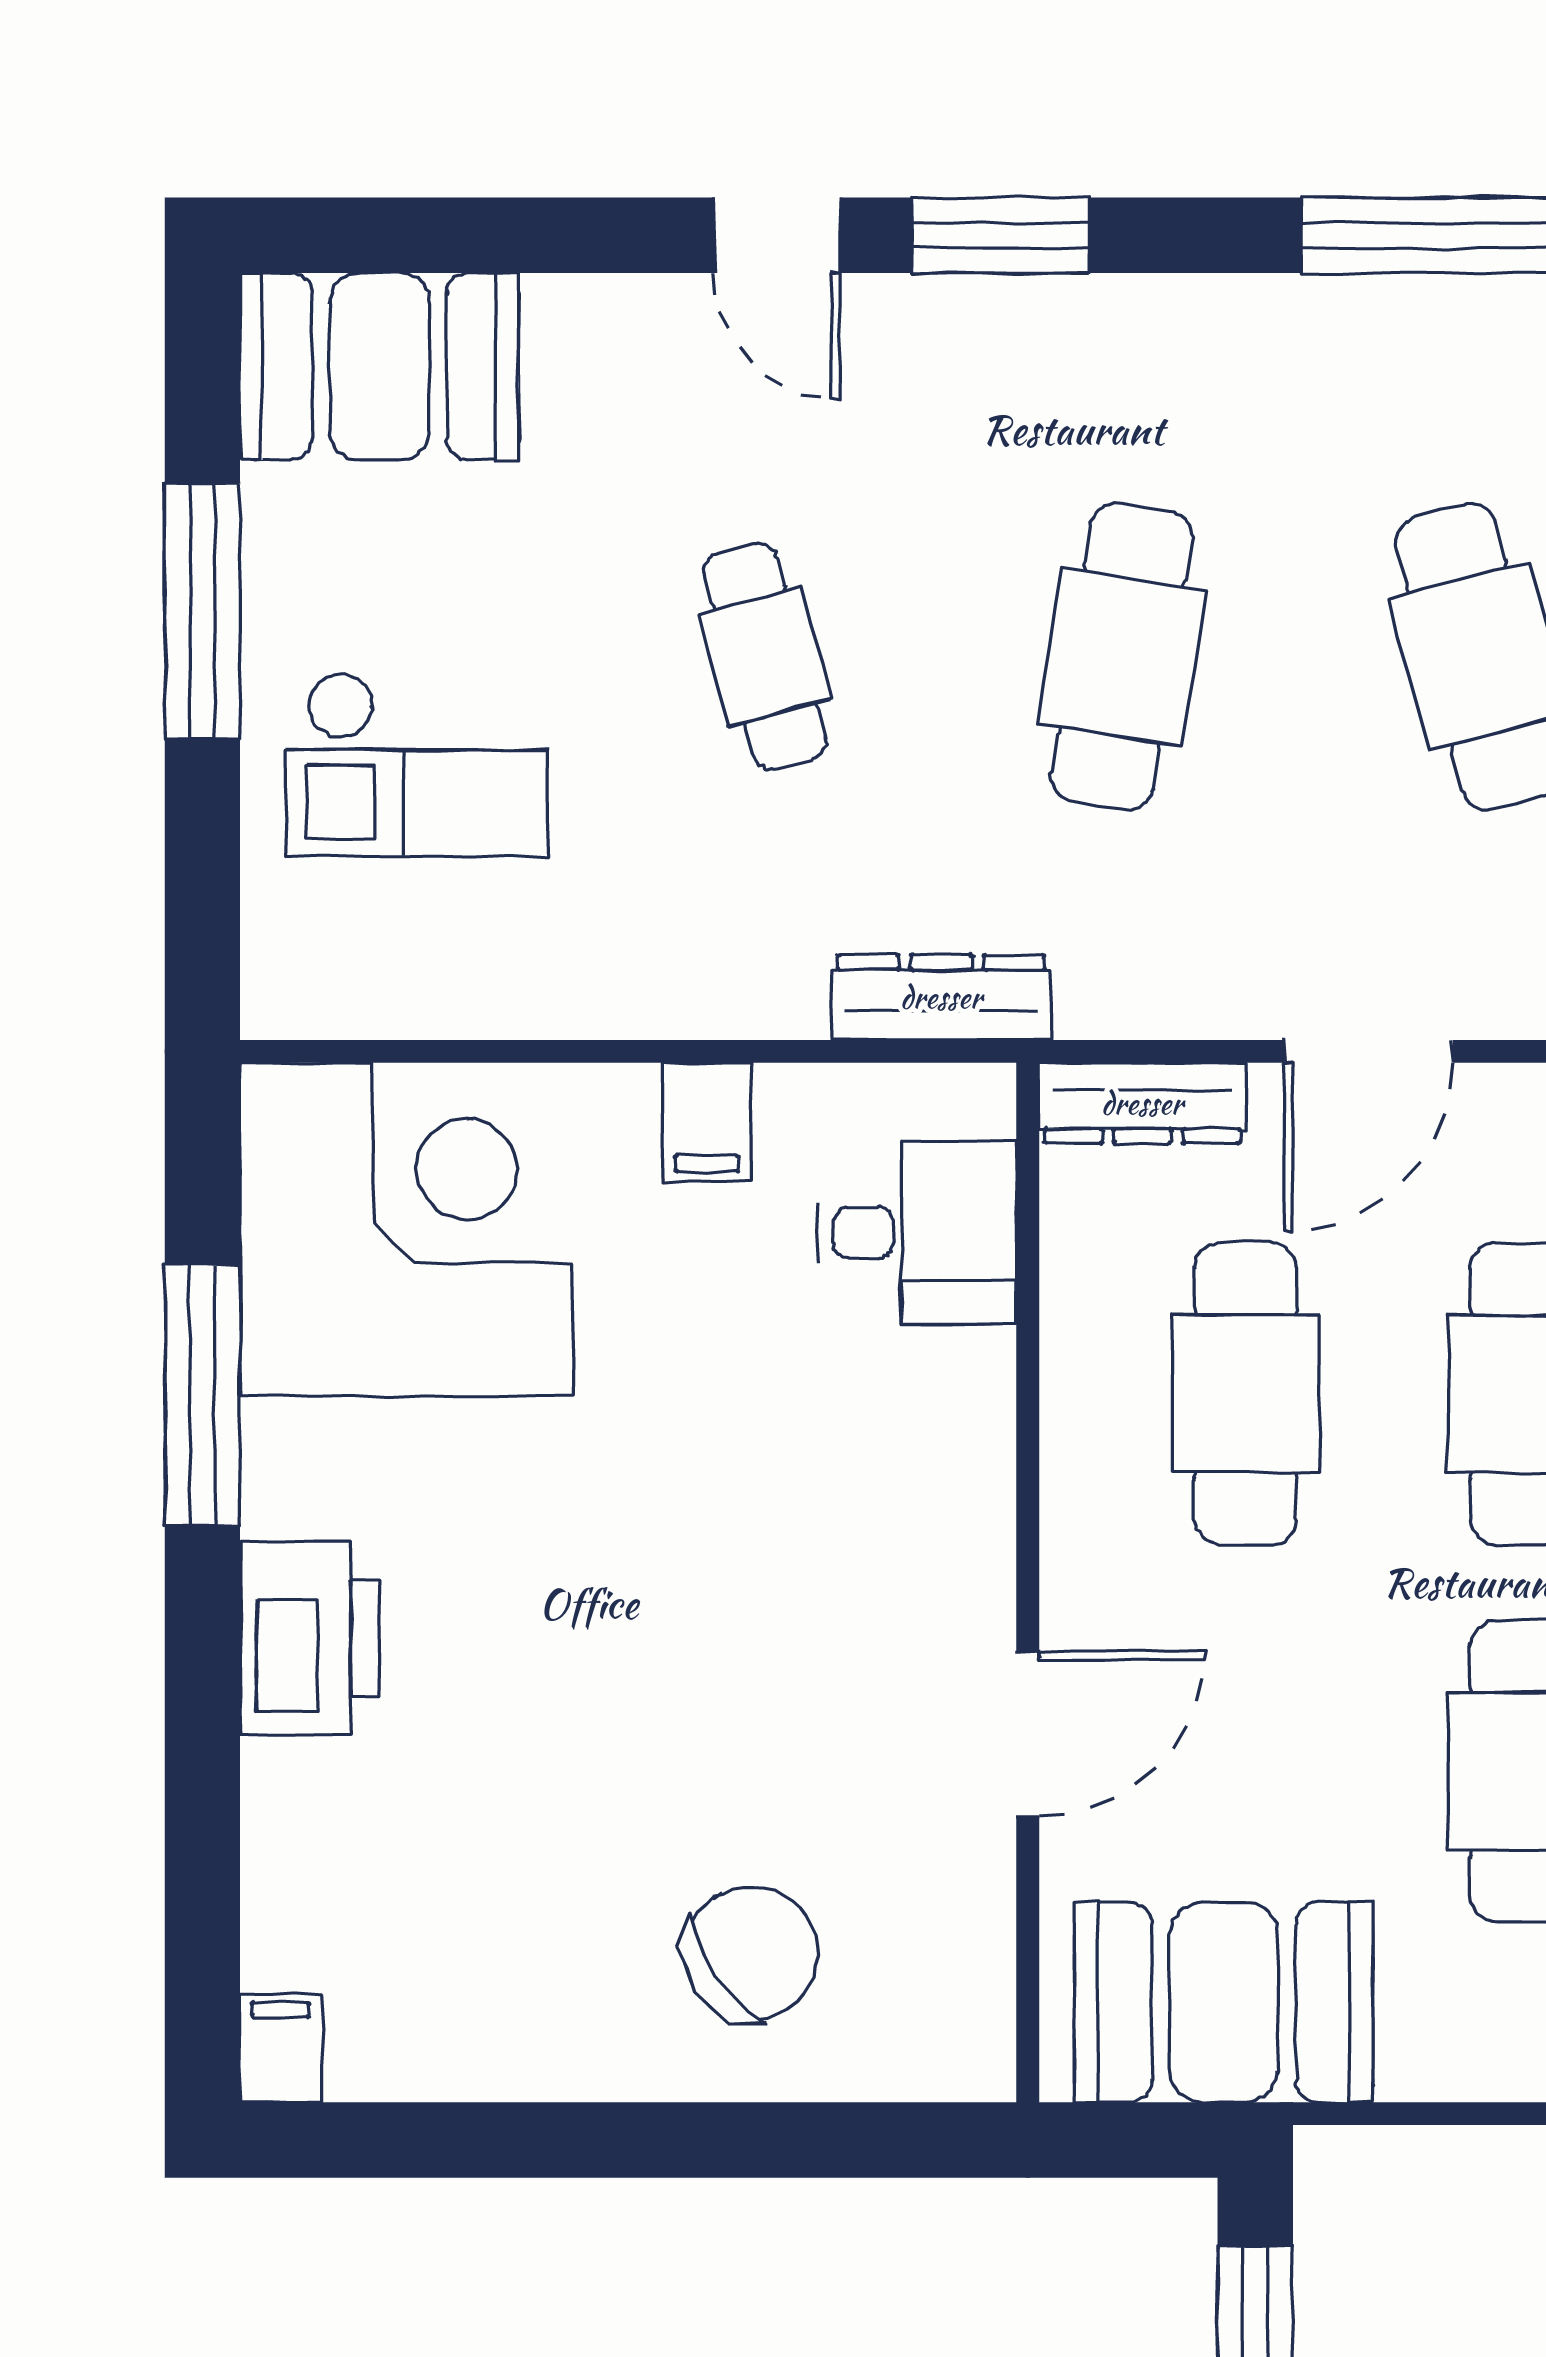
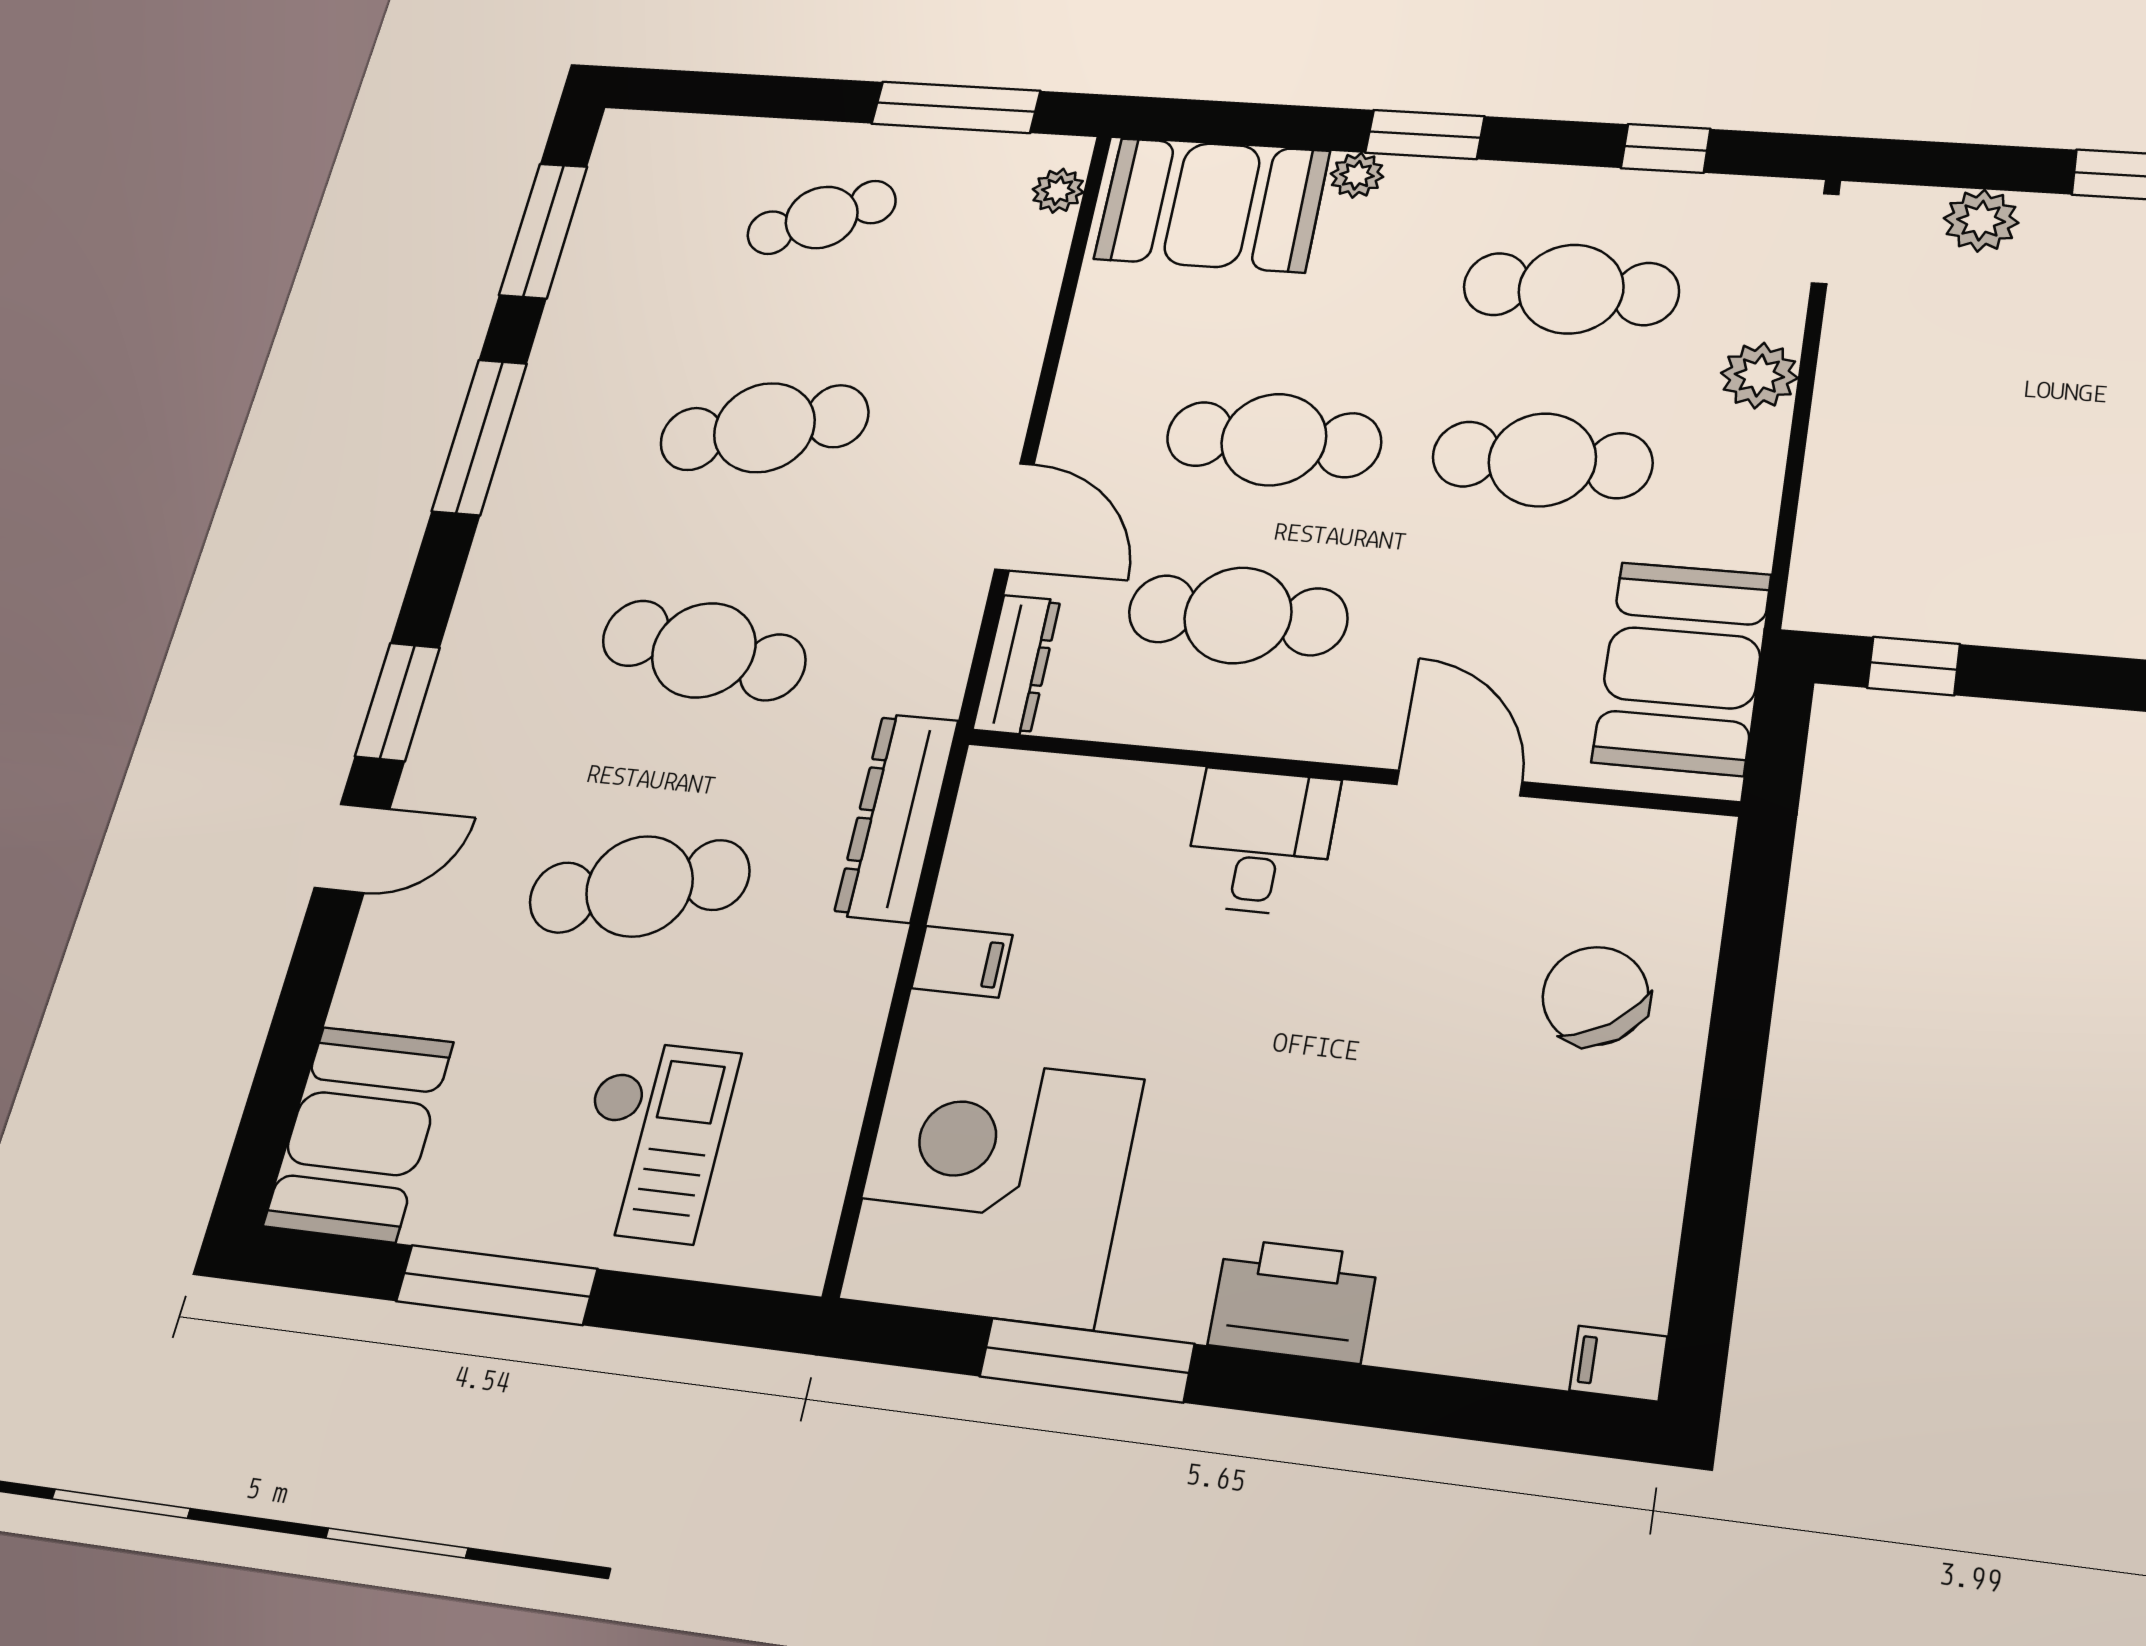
cafe table: (765, 656) -> (640, 886), width x1.37, depth x1.35
dresser: (941, 997) -> (896, 817), width x1.37, depth x1.24
desk: (917, 1233) -> (1261, 842), moved

